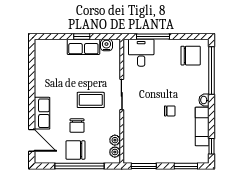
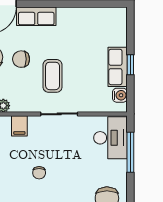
desk: (141, 53) -> (110, 138), width x1.37
filing cabinet: (131, 127) -> (19, 126), added

